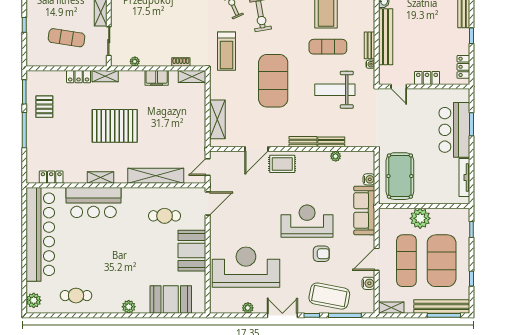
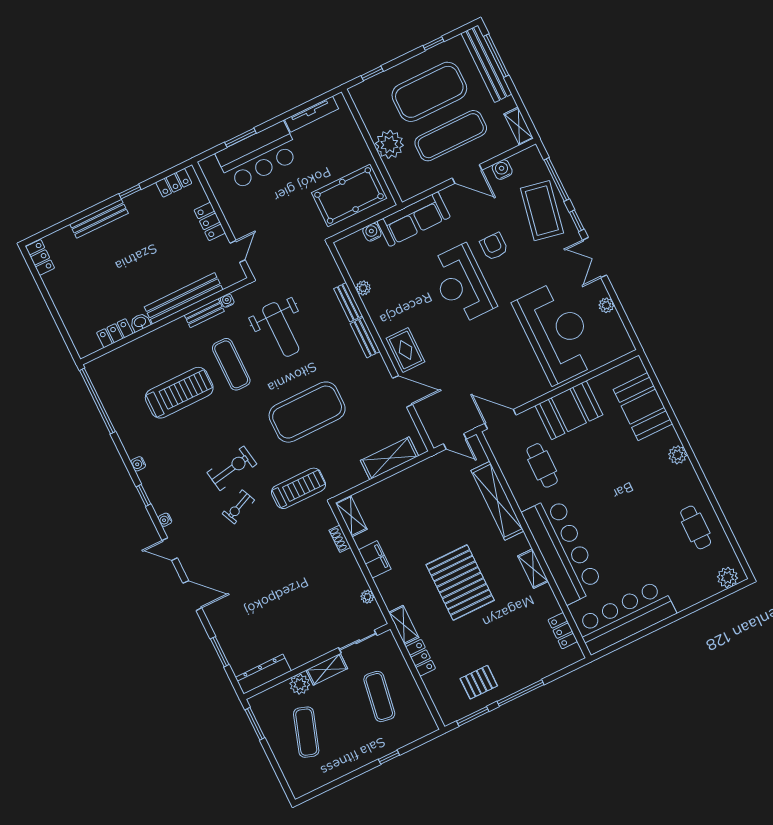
bar counter: (93, 202) -> (563, 550), width x1.36
bar counter: (40, 234) -> (625, 617), width x0.73
reception desk: (246, 267) -> (557, 332), turned 180

